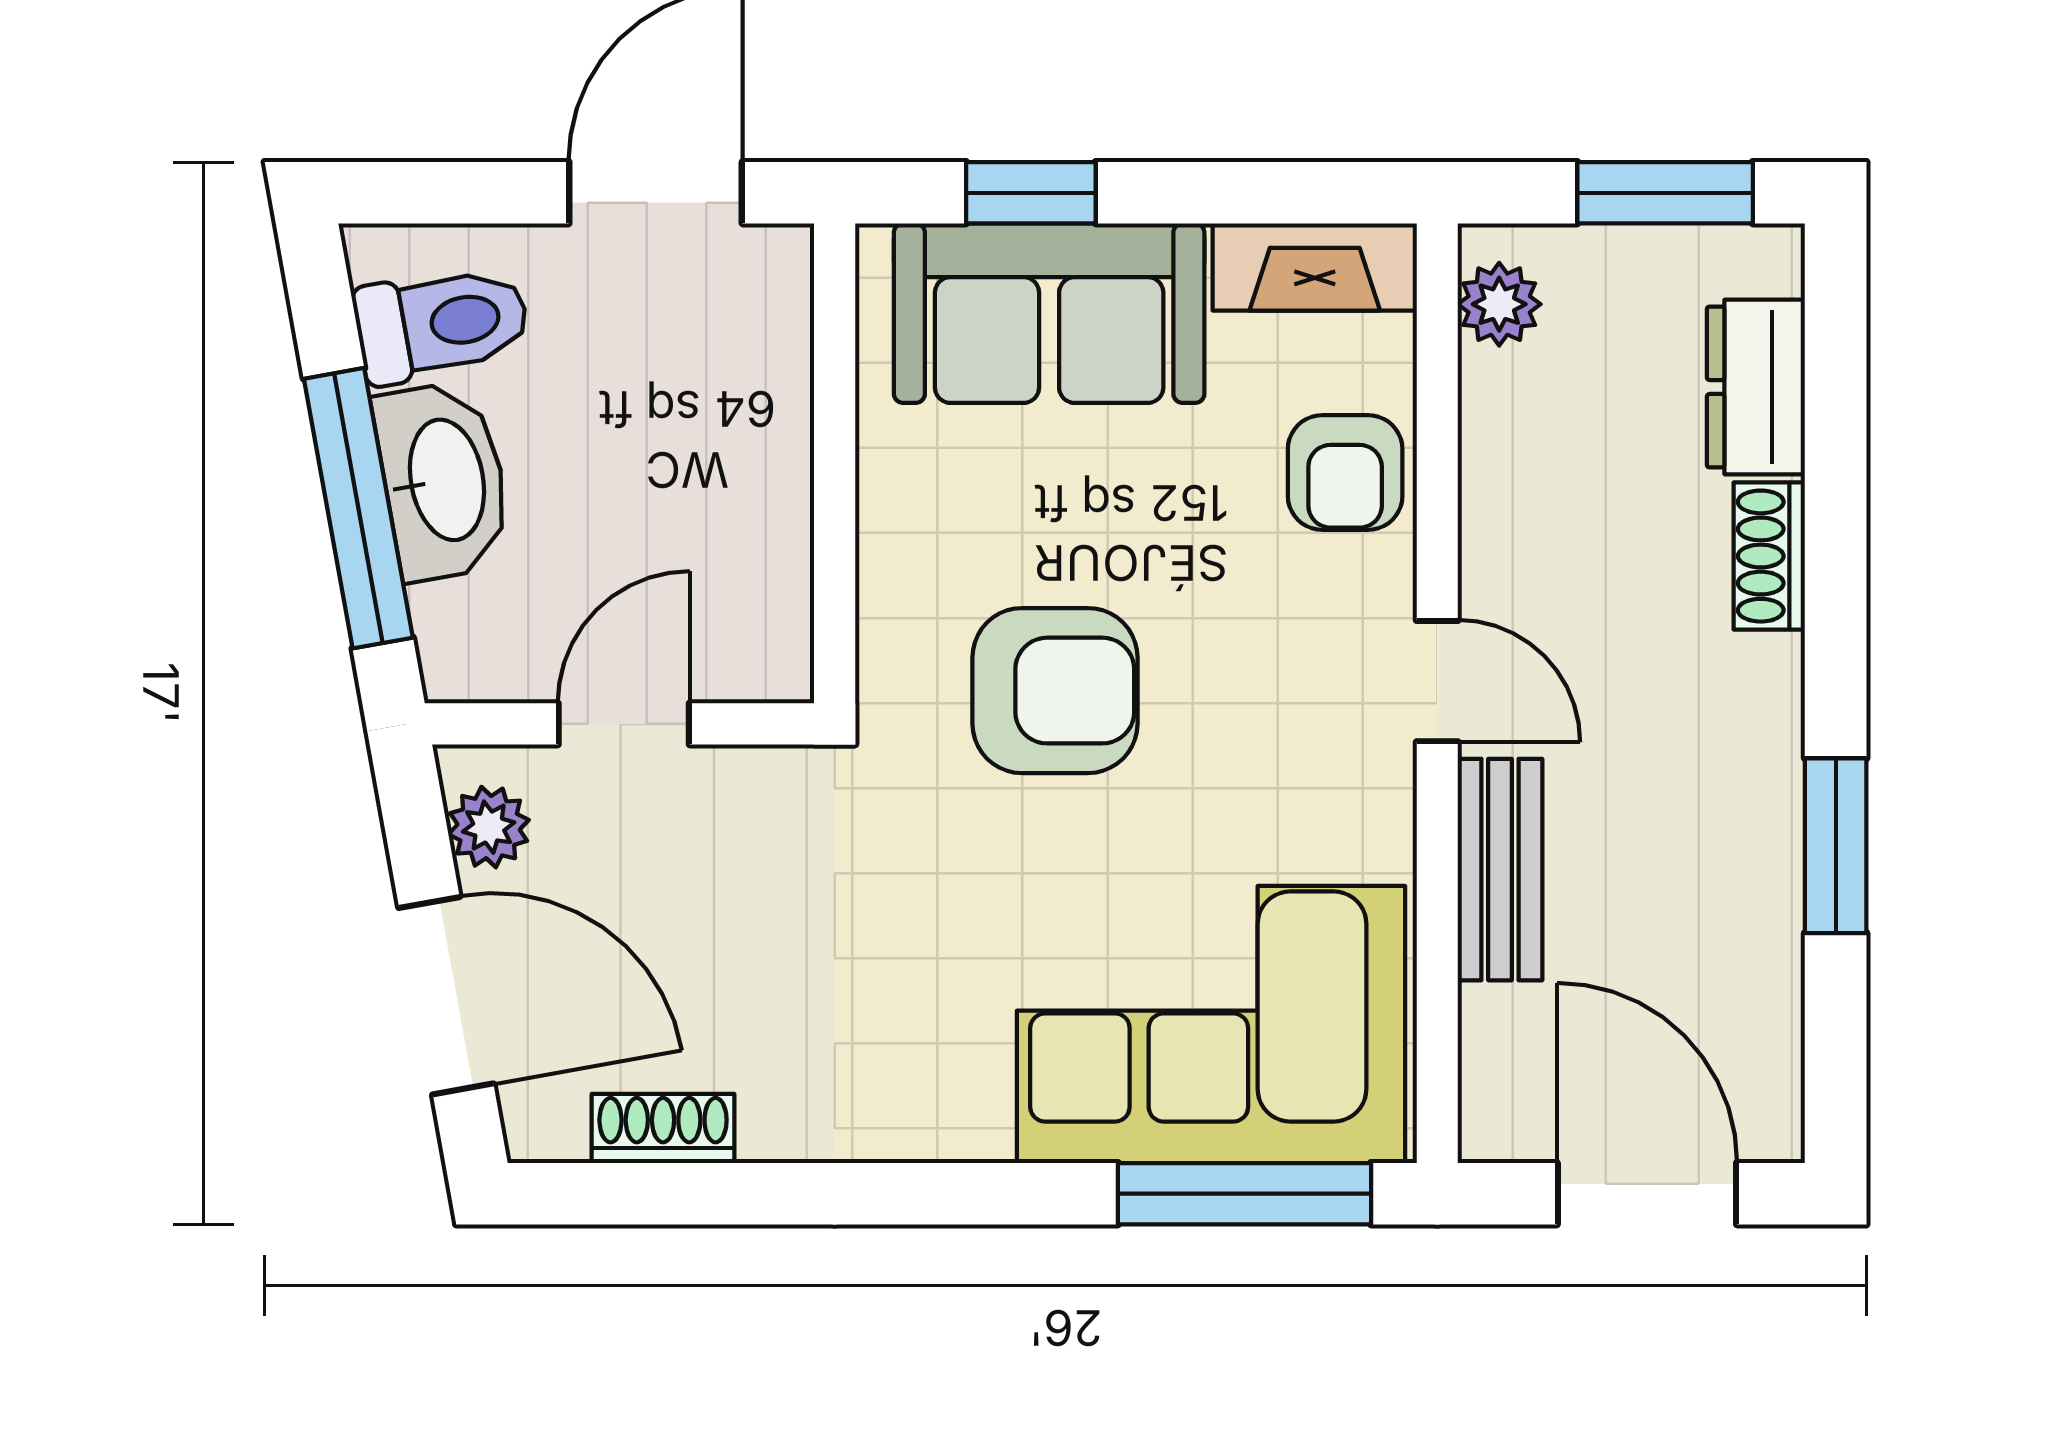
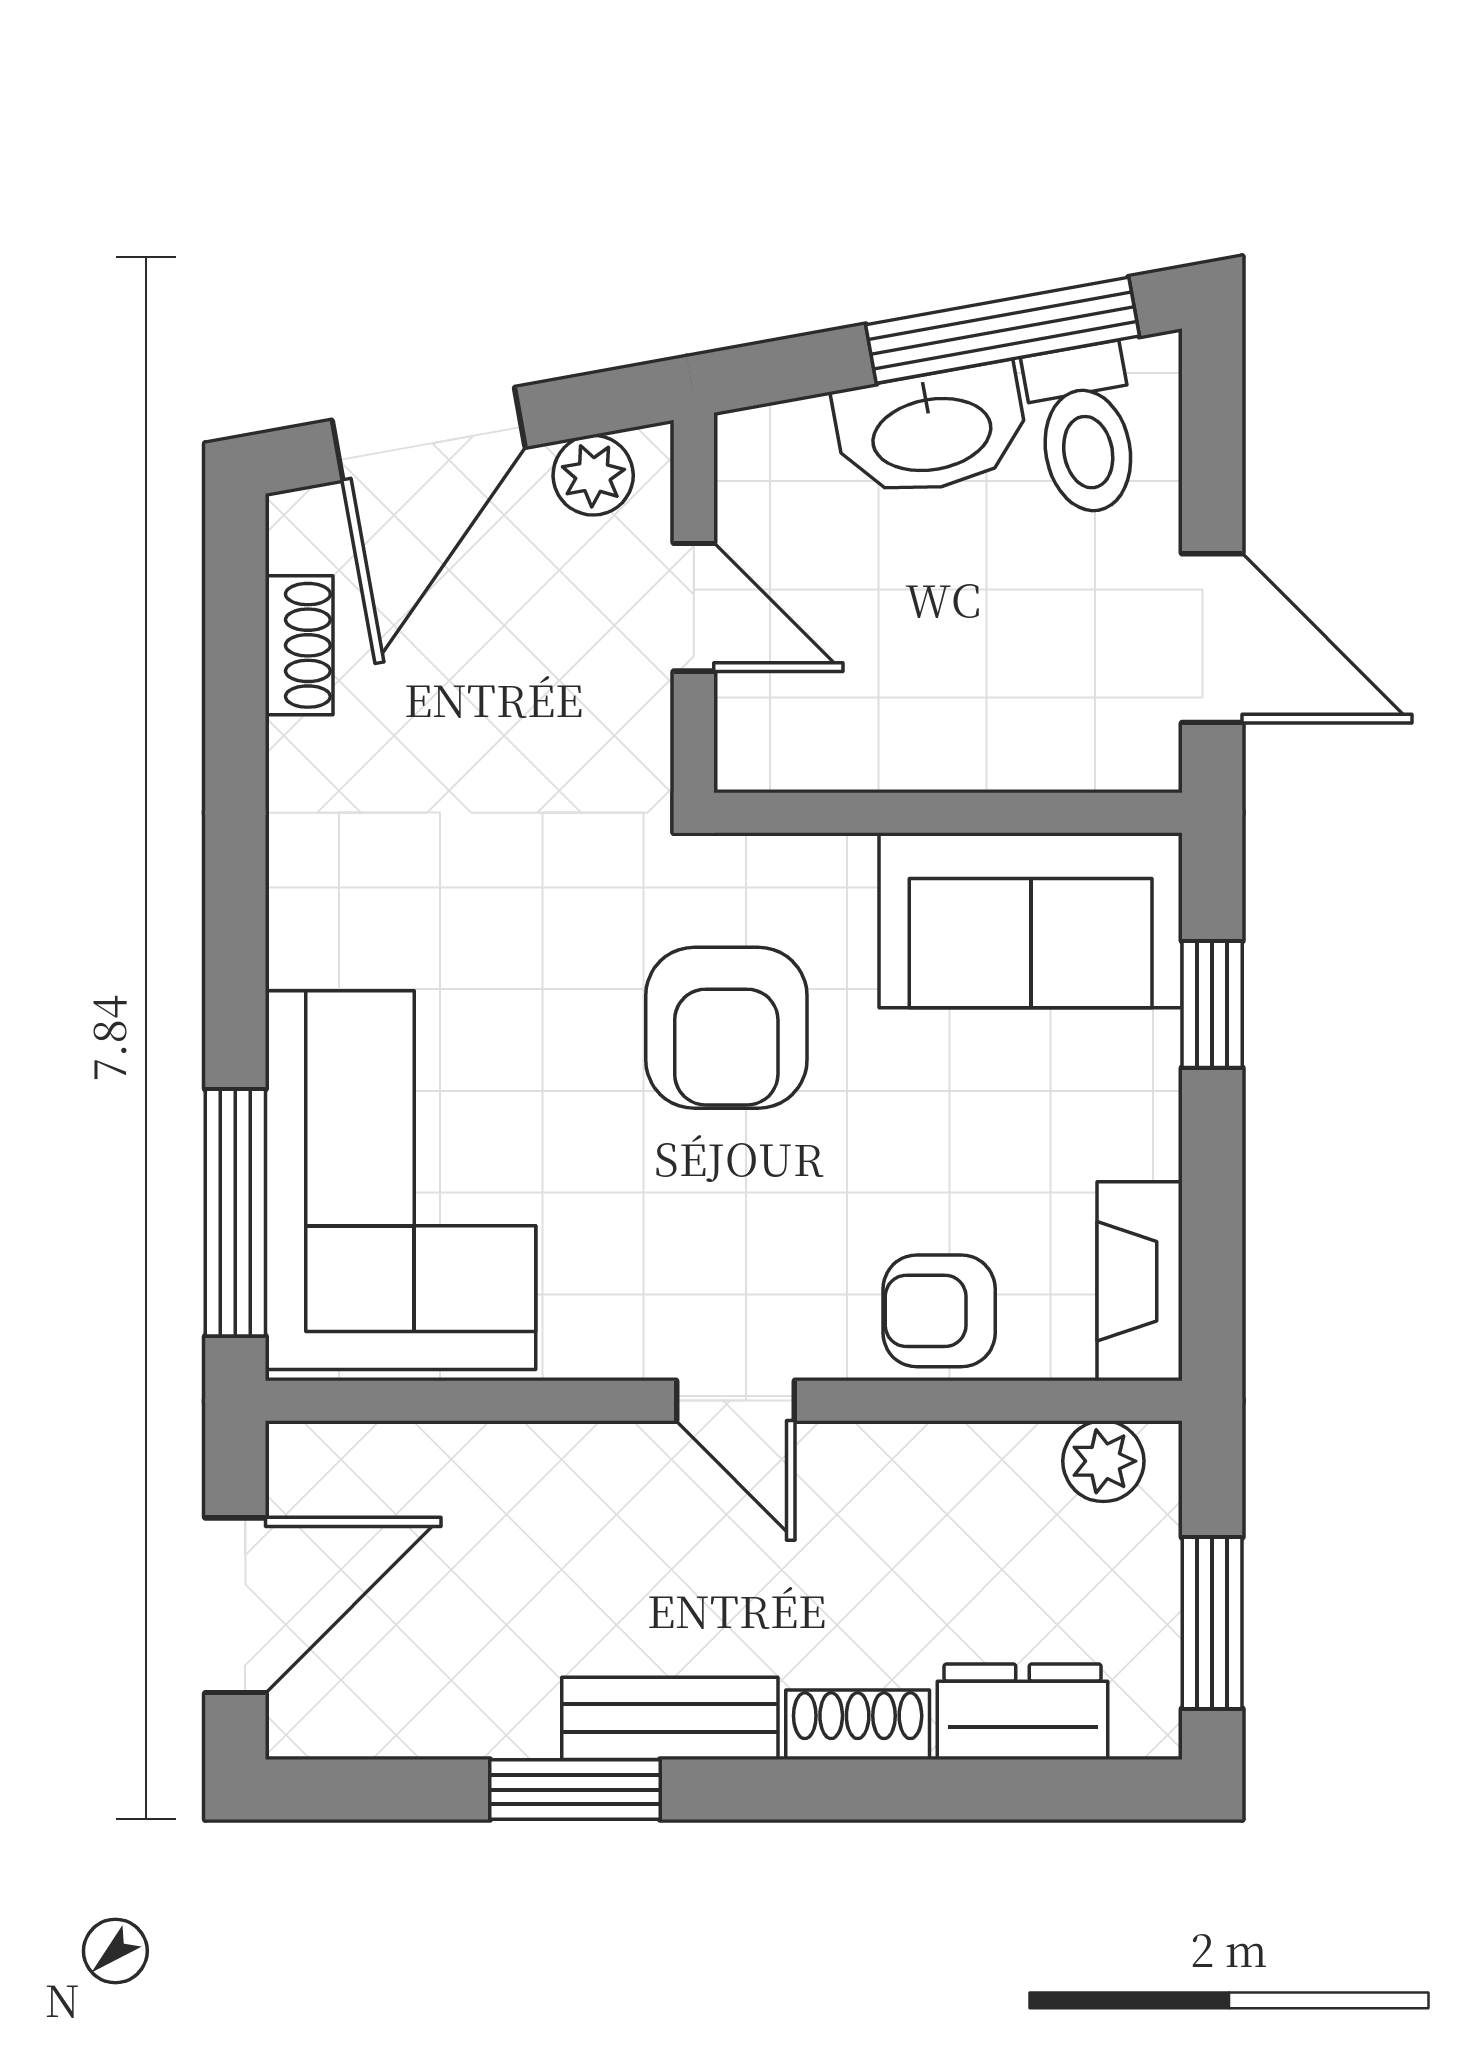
sofa: (1049, 313) -> (1031, 920), moved, turned -90
window: (358, 508) -> (1002, 330), moved
door: (1437, 681) -> (736, 1401), hinge flipped
bench: (1500, 870) -> (670, 1718), moved

